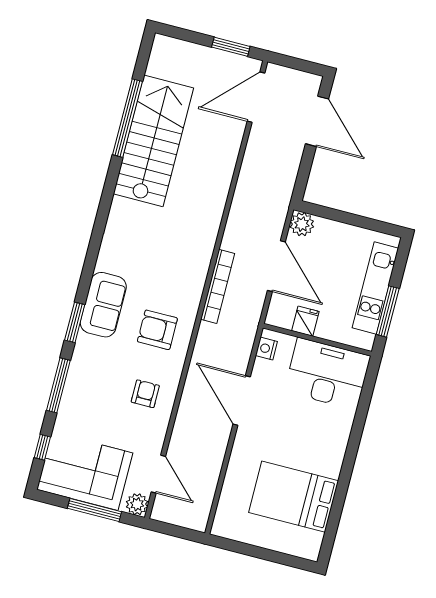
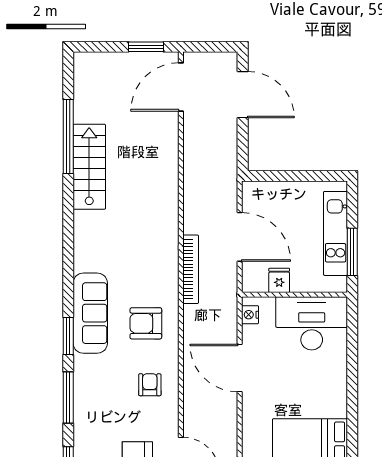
stairs: (153, 141) -> (89, 167), width x0.73, depth x0.66
plant: (302, 224) -> (253, 192), removed
sofa: (103, 305) -> (90, 313), width x1.36

